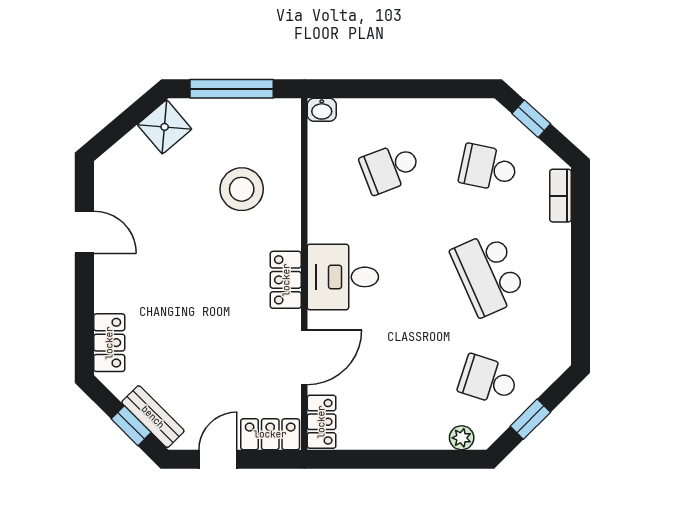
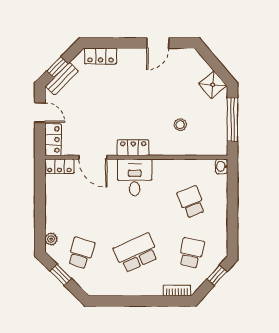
stool: (242, 189) -> (180, 125), width x0.53, depth x0.53

